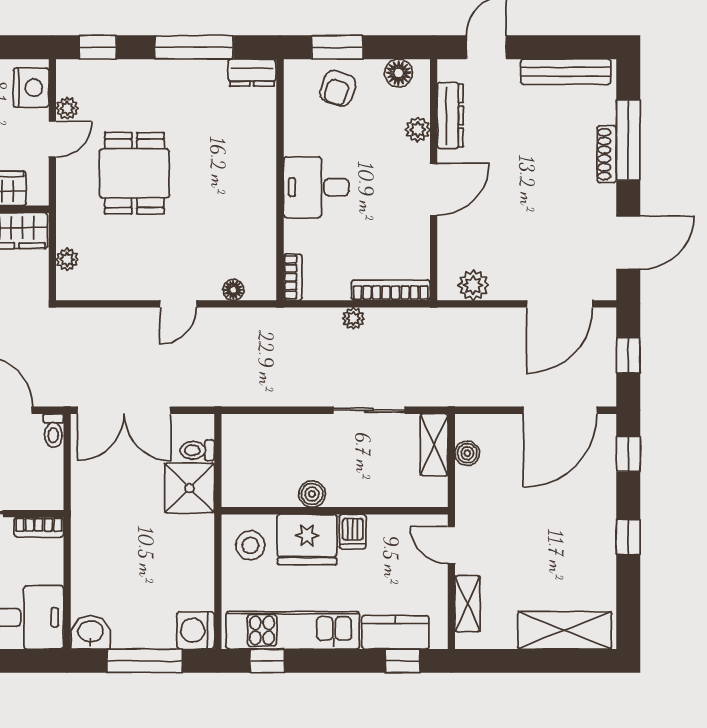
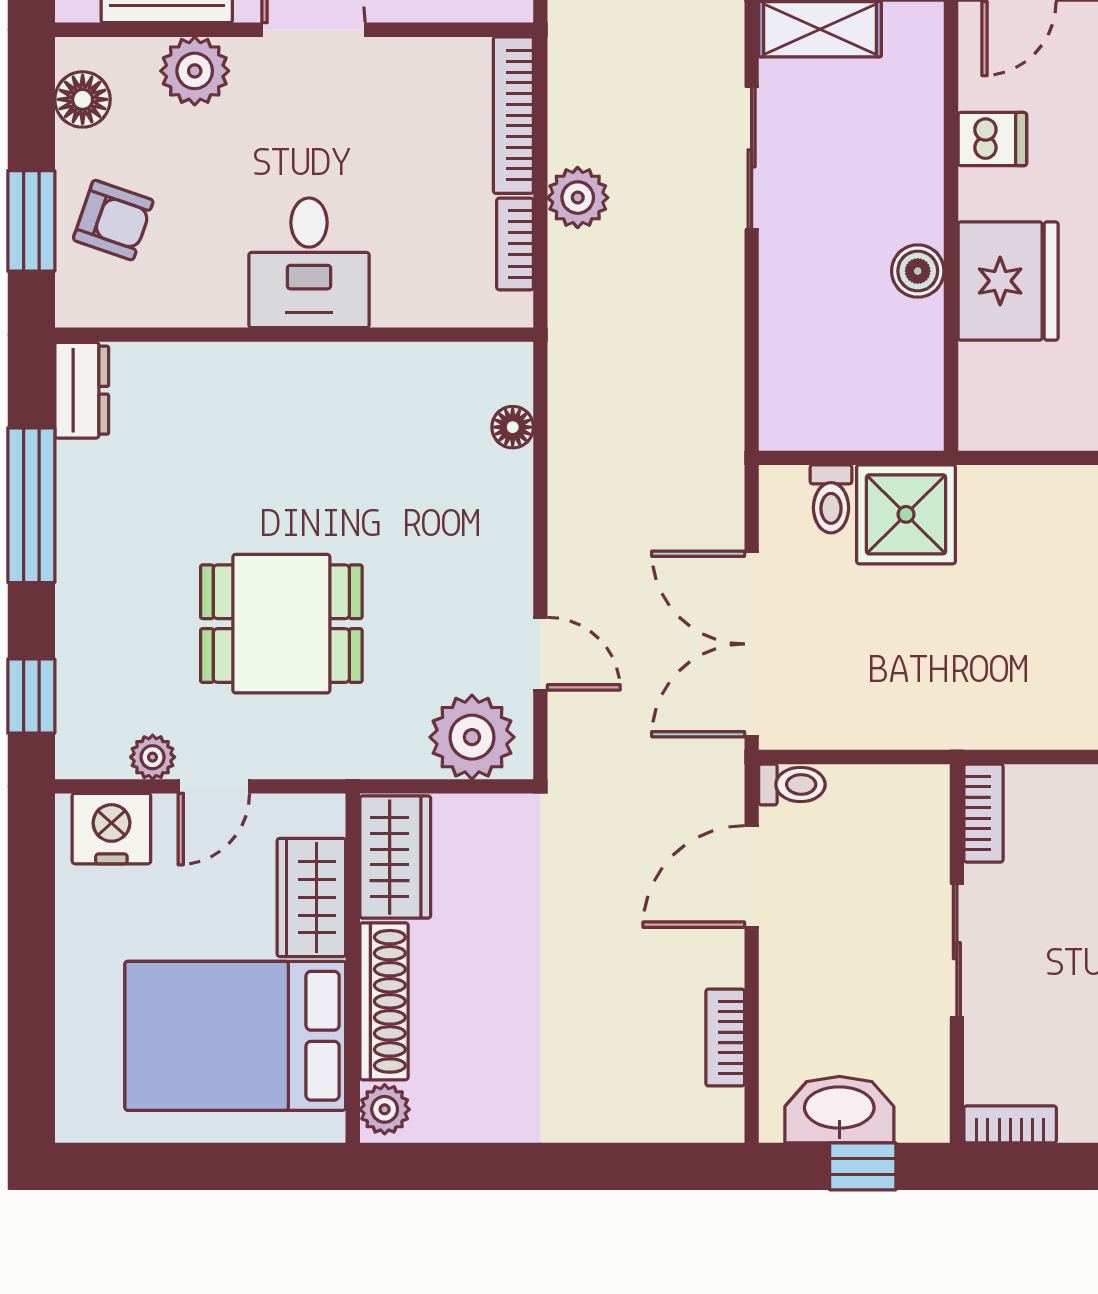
plant: (418, 130) -> (195, 71), width x1.38, depth x1.38
door: (52, 139) -> (214, 786), swing flipped
plant: (67, 259) -> (472, 737), width x1.88, depth x1.88
bookcase: (293, 277) -> (515, 244), moved, turned -90
door: (178, 304) -> (540, 654), moved
plant: (353, 318) -> (578, 198), width x1.38, depth x1.38
double door: (124, 410) -> (752, 644), swing flipped
dishwasher: (353, 532) -> (992, 139), moved
stool: (250, 545) -> (1020, 394), removed

